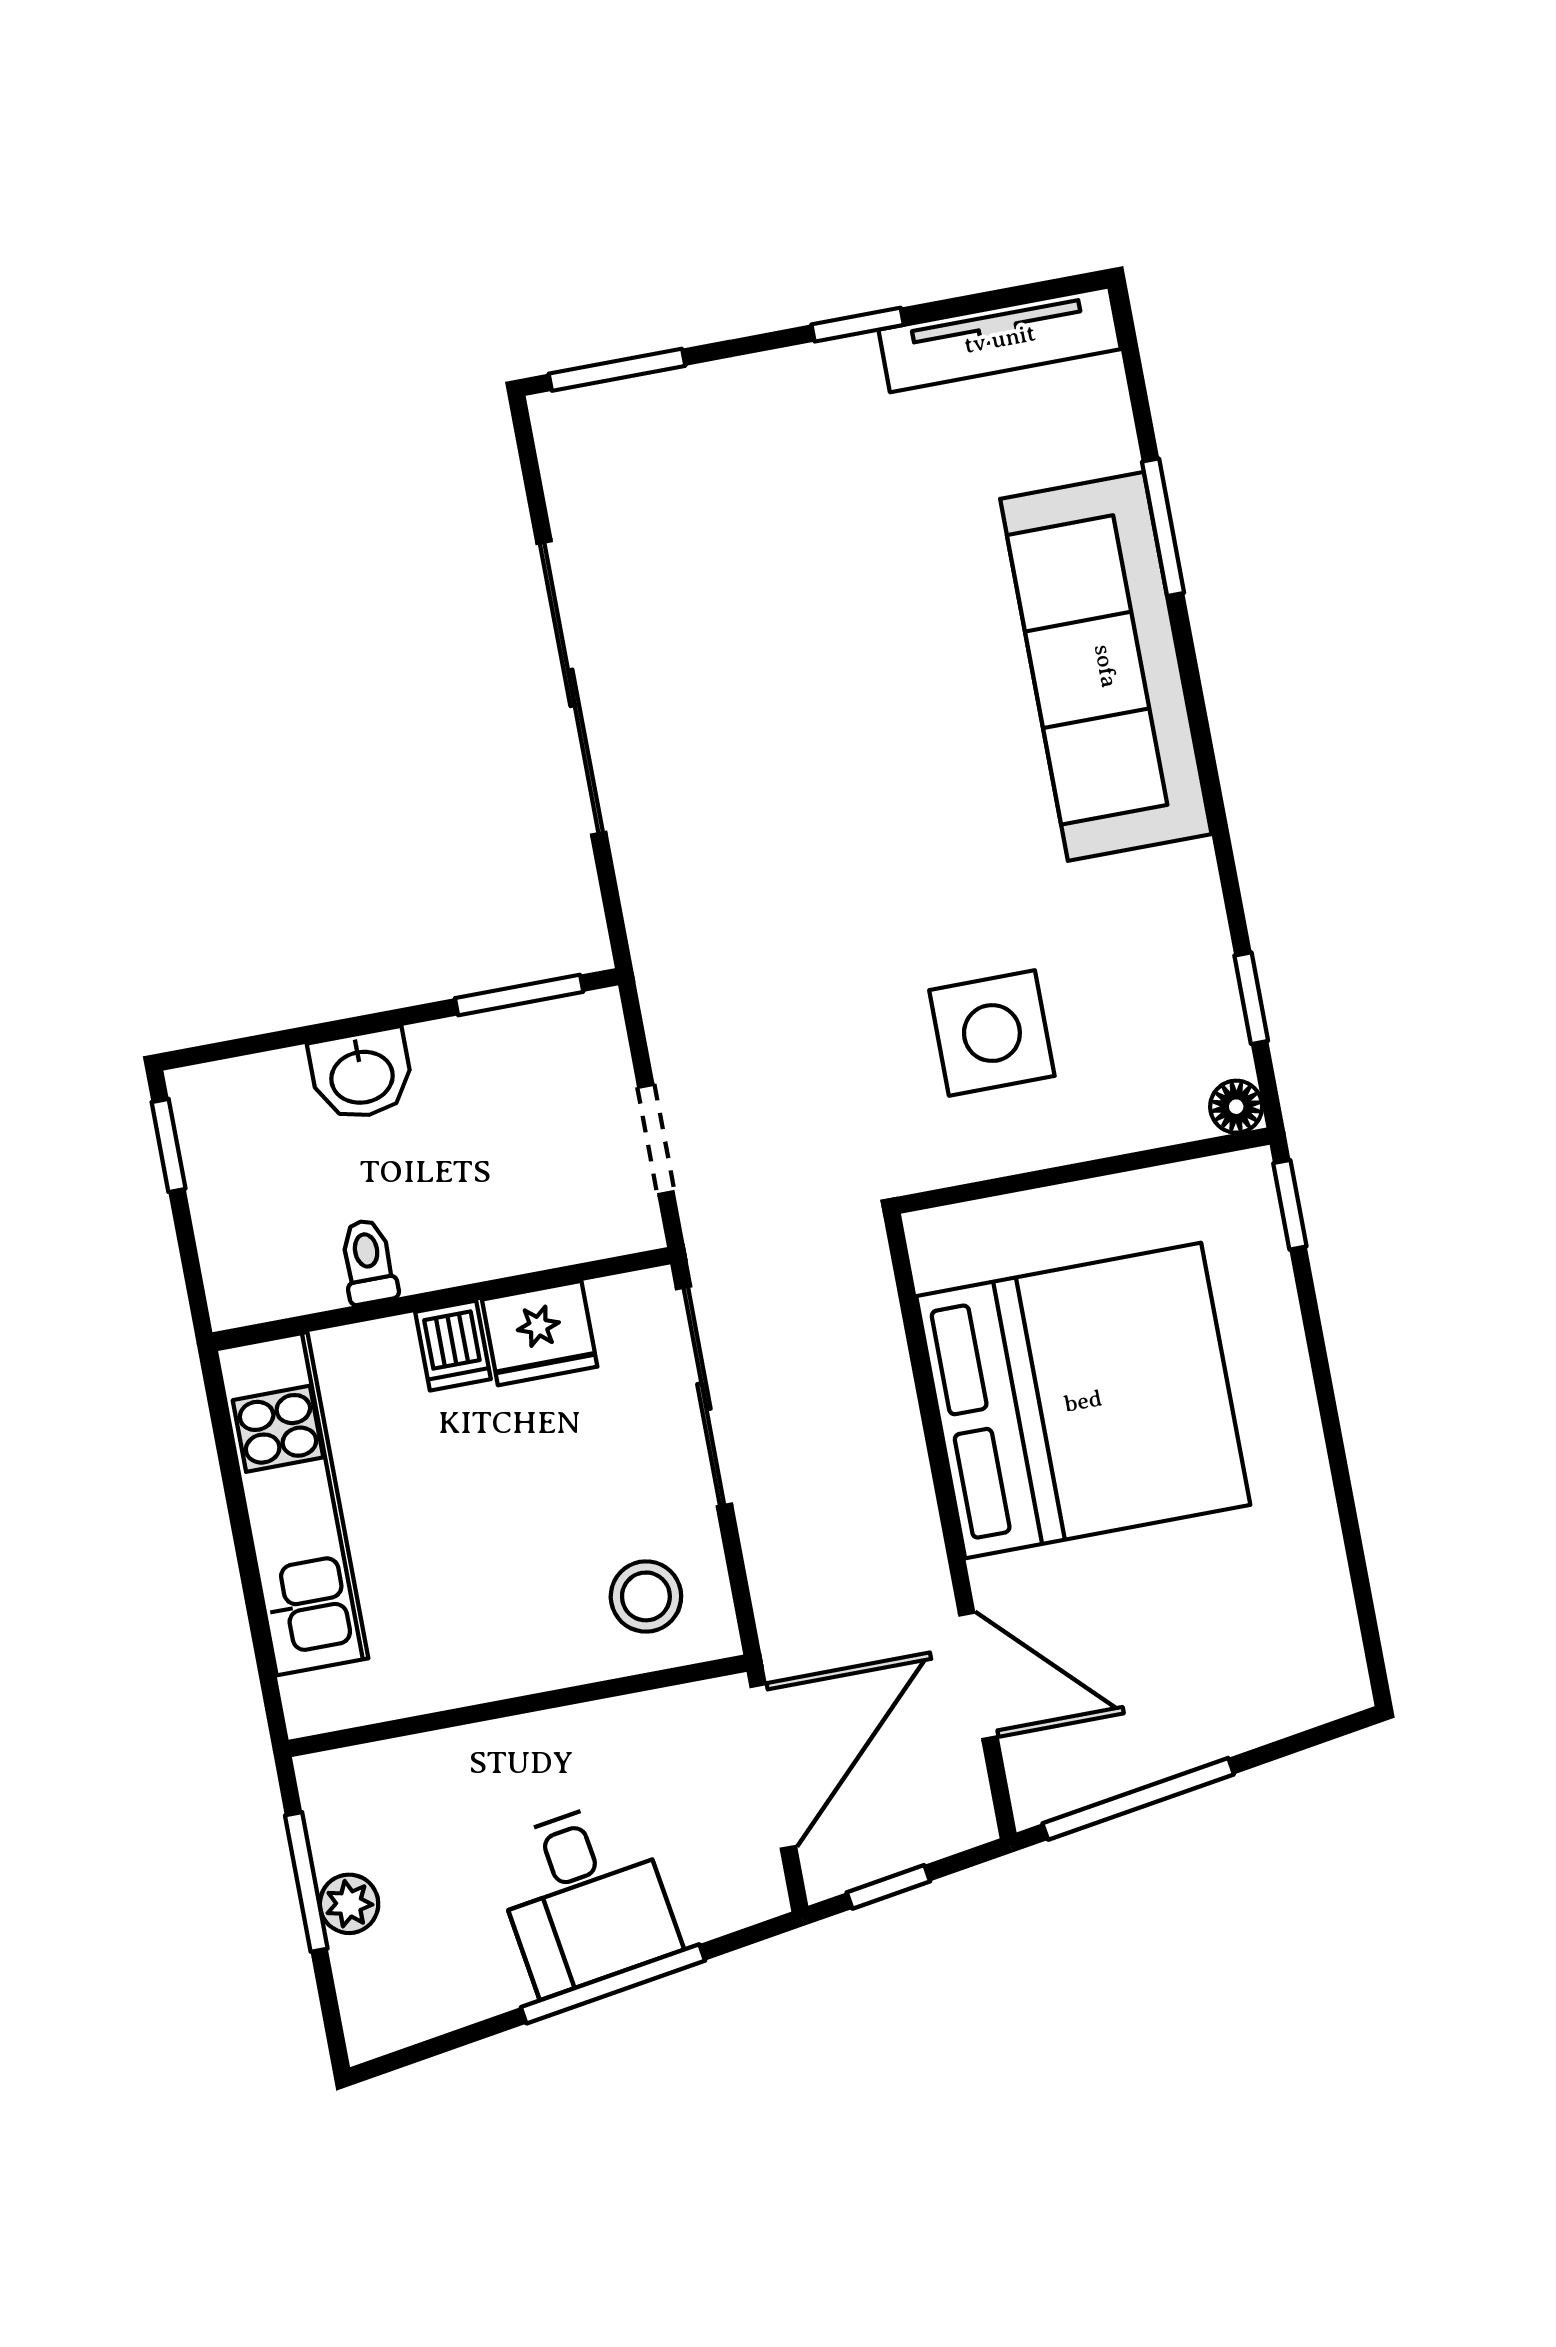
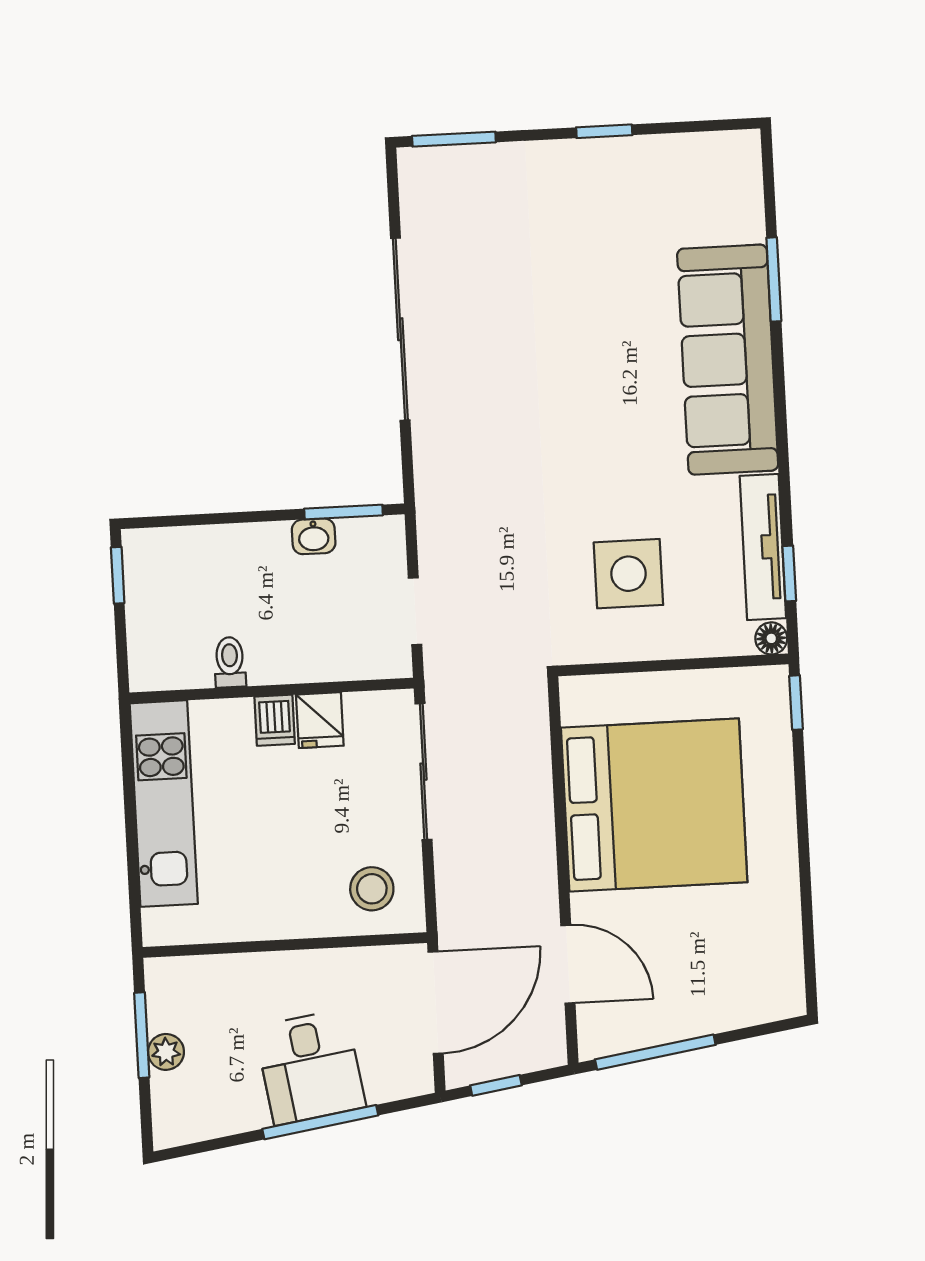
tv unit: (1000, 339) -> (763, 547), moved, turned 90
washbasin: (362, 1075) -> (314, 536), moved, width x0.72, depth x0.69
fridge: (540, 1333) -> (320, 720), width x0.72

